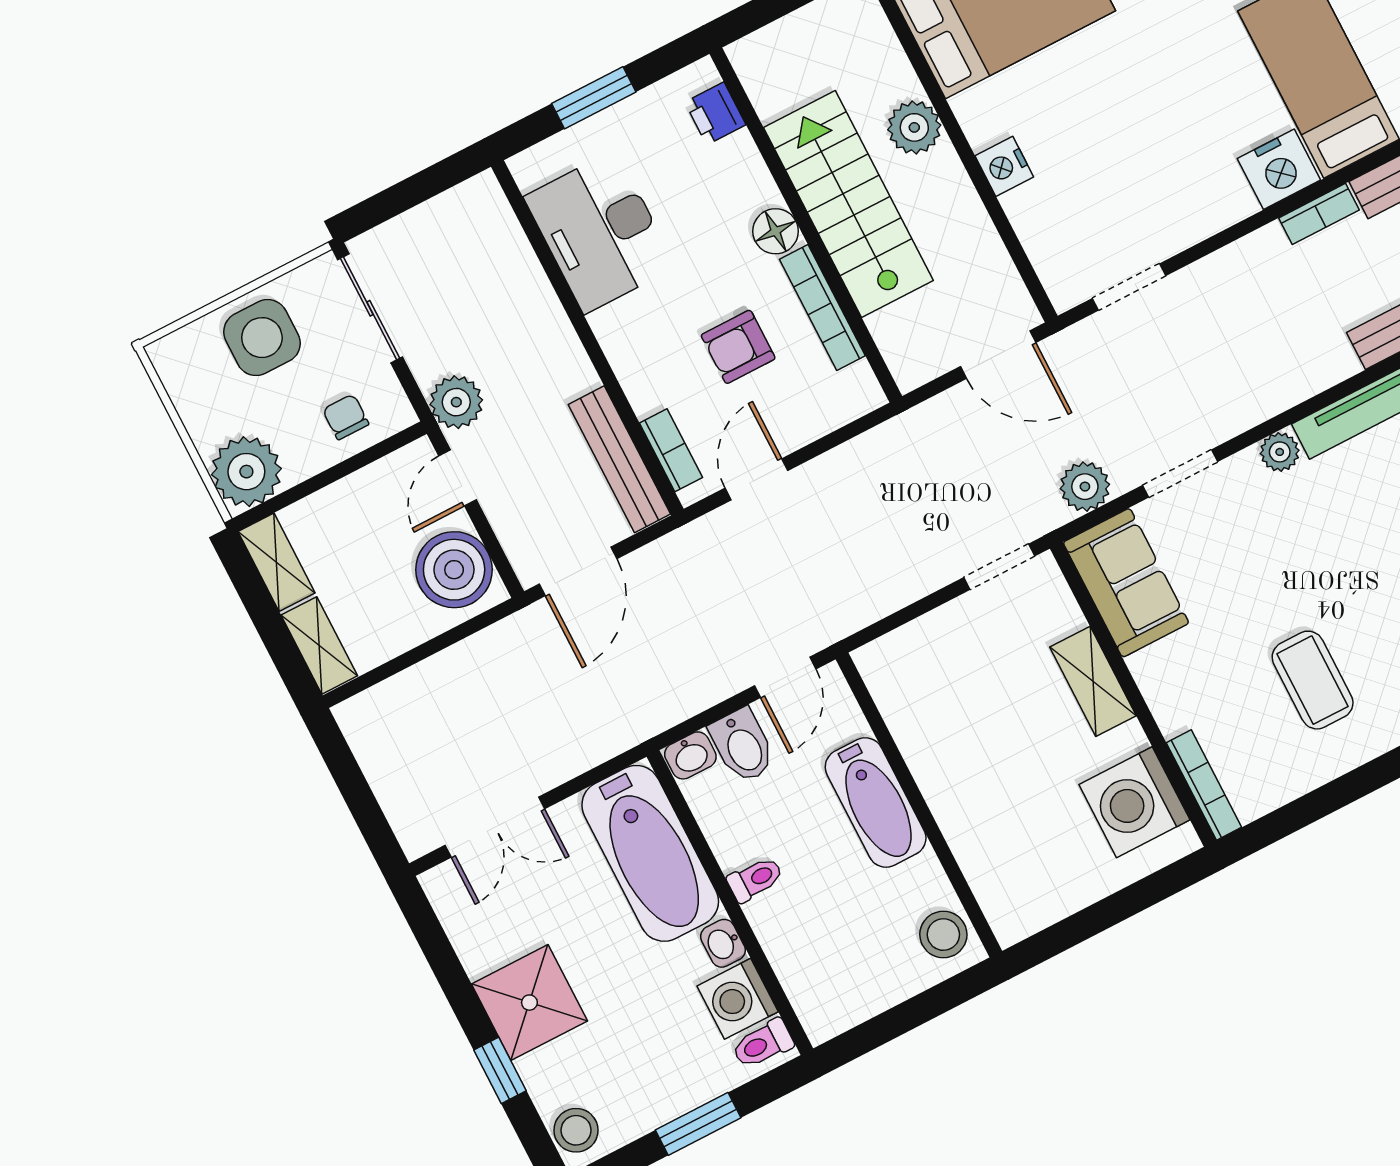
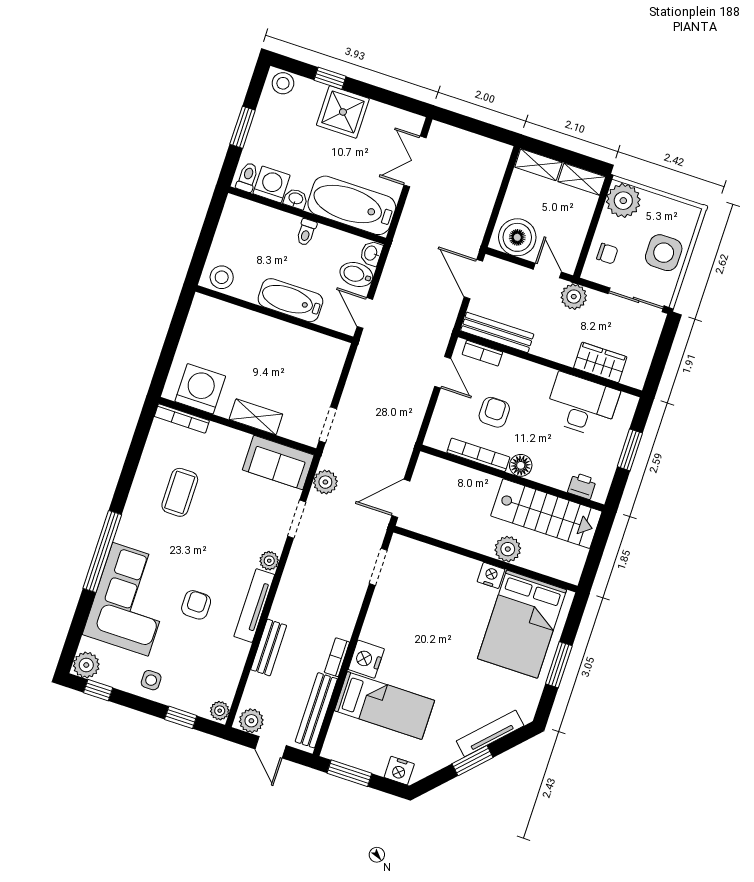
nightstand: (1004, 166) -> (491, 575), moved
stairs: (848, 204) -> (546, 514), moved
wardrobe: (512, 268) -> (600, 362), added
coffee table: (1313, 680) -> (180, 492), turned 90

